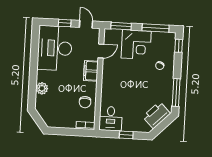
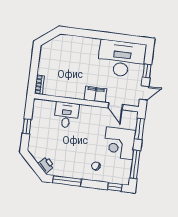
plant: (42, 88) -> (81, 43), removed
chair: (85, 102) -> (64, 86), removed
printer: (156, 115) -> (46, 165), width x0.53, depth x0.68
desk: (111, 119) -> (66, 115), moved, turned 90

